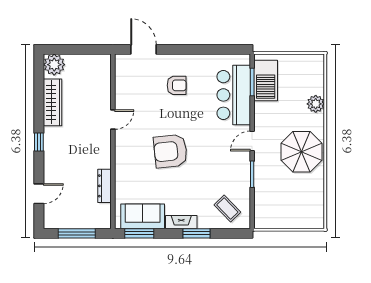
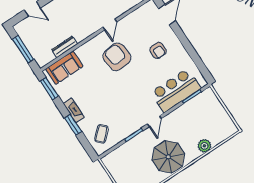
barbecue: (266, 81) -> (198, 104), removed
door: (113, 120) -> (110, 24), hinge flipped
door: (252, 141) -> (154, 121), swing flipped
armchair: (170, 151) -> (117, 57), moved
sofa: (143, 216) -> (64, 68), moved, turned 90

